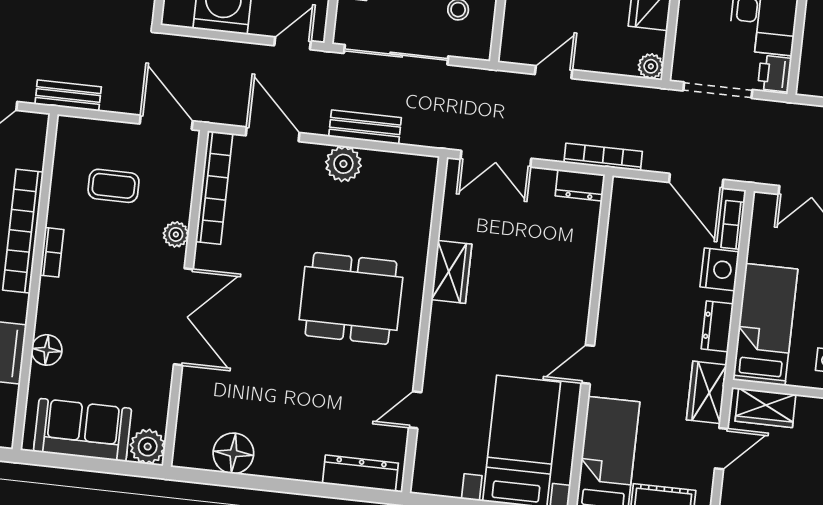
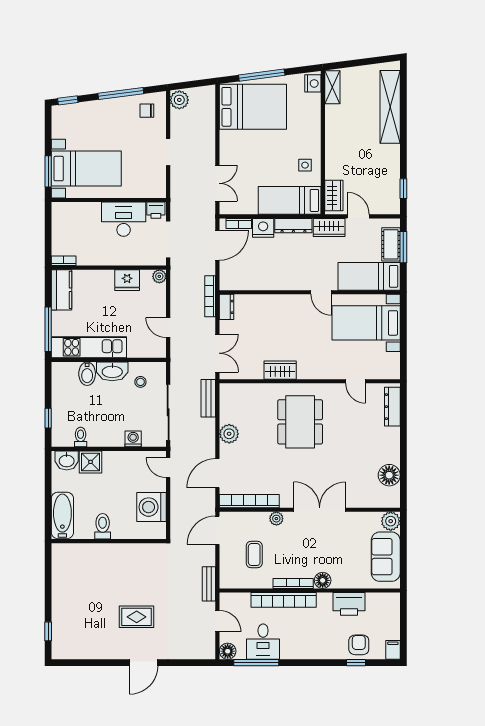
bench: (365, 127) -> (208, 398), moved
bookcase: (52, 252) -> (293, 583), width x1.56
dresser: (717, 326) -> (293, 226), width x1.44
floor lamp: (47, 350) -> (323, 580), moved

